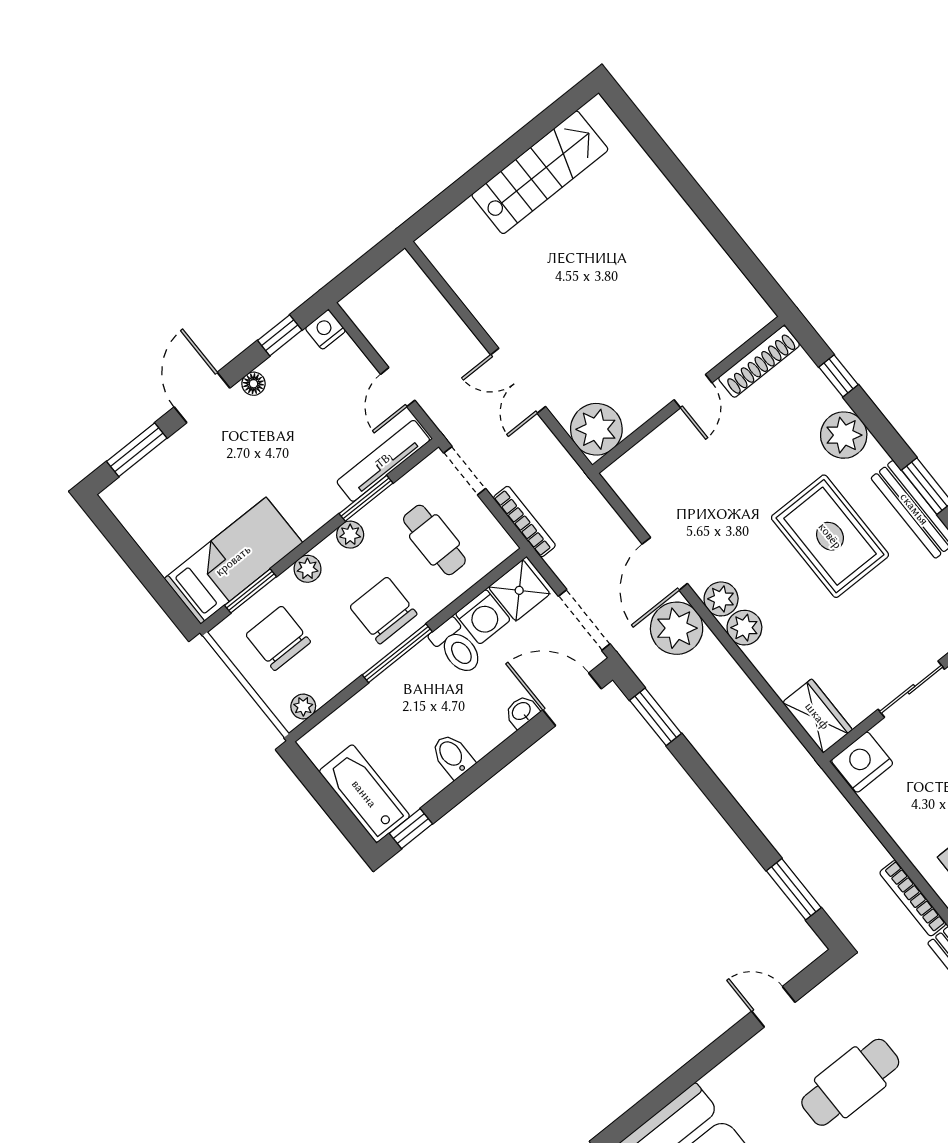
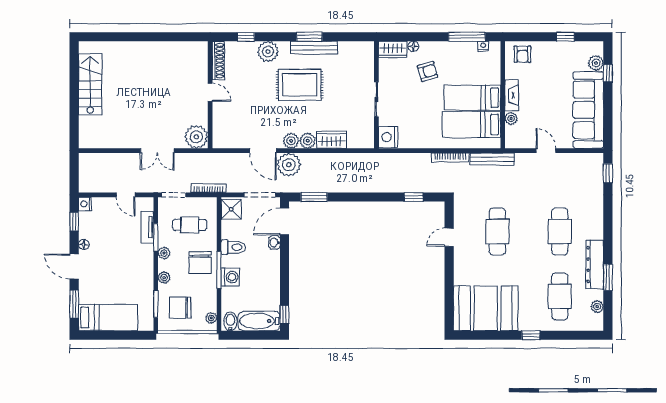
tv unit: (383, 461) -> (147, 227), width x0.71
bed: (233, 561) -> (108, 318), moved, turned 90
chair: (383, 610) -> (200, 263), turned -90
washing machine: (483, 617) -> (230, 277), moved
wardrobe: (817, 716) -> (332, 140), moved
bidet: (452, 756) -> (230, 321), moved, turned 90
window: (794, 889) -> (414, 197), width x0.67

